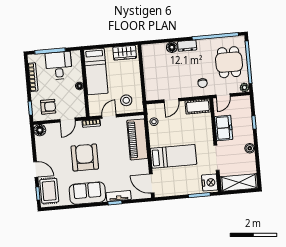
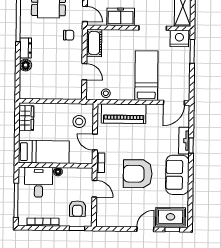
desk: (59, 66) -> (39, 182), moved, turned 90
armchair: (48, 107) -> (77, 209), turned 180
floor lamp: (40, 130) -> (102, 220), removed

